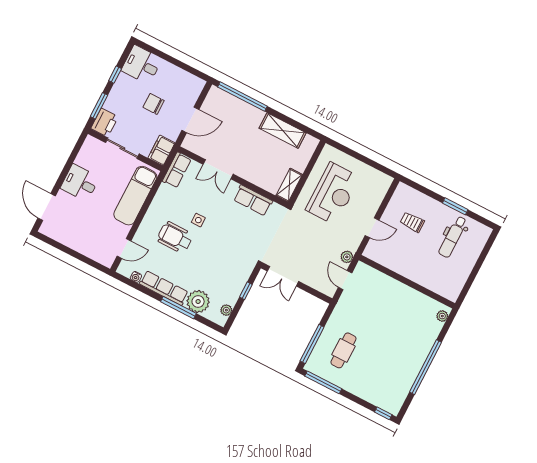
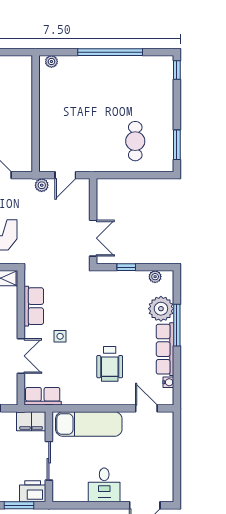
side table: (198, 220) -> (60, 336), moved
window: (312, 344) -> (145, 175), removed
cafe table: (343, 350) -> (135, 141), turned 90
window: (323, 382) -> (177, 145), width x0.69

